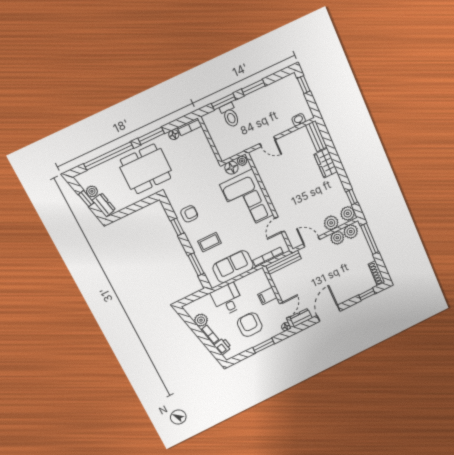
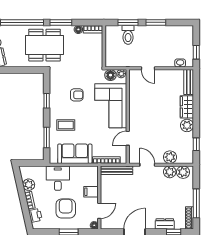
window: (304, 85) -> (196, 52), moved
plant: (348, 213) -> (187, 125), moved
armchair: (189, 214) -> (77, 95), moved
window: (370, 239) -> (196, 203), moved
dresser: (301, 318) -> (165, 224), moved

